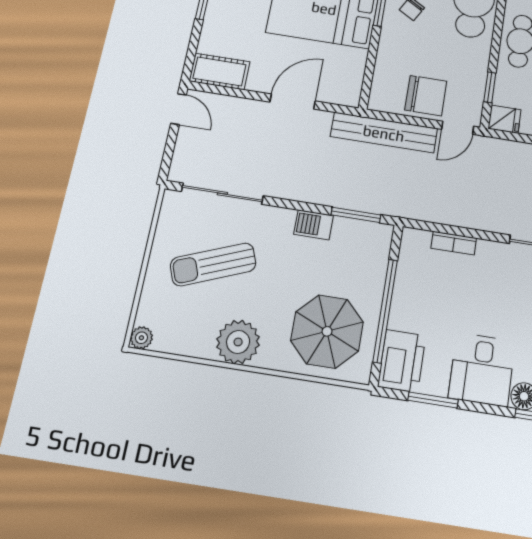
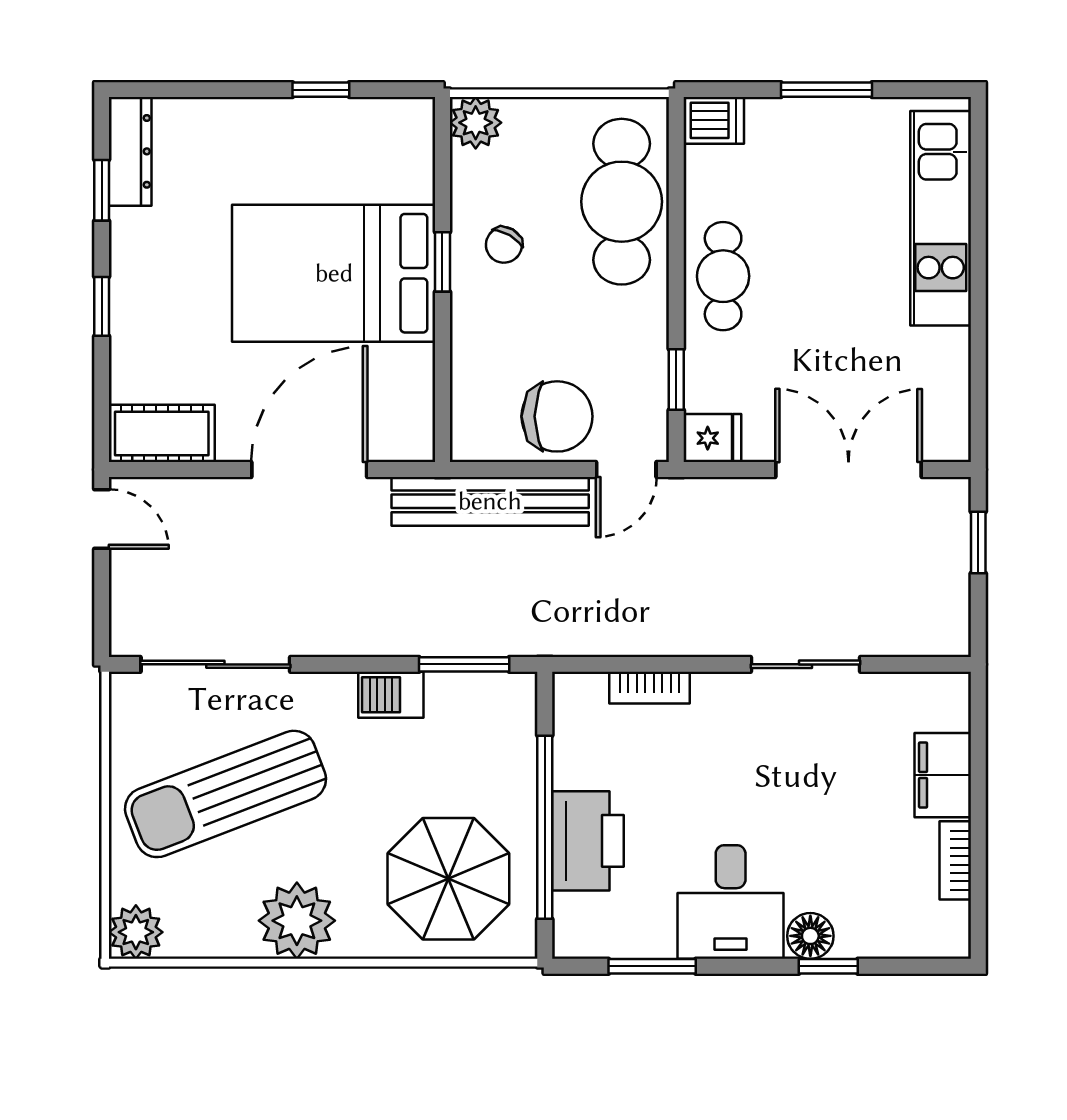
door: (292, 102) -> (309, 470), width x1.36
sun lounger: (213, 264) -> (226, 794), width x1.36, depth x1.34
plant: (141, 338) -> (136, 932), width x1.38, depth x1.38
printer: (402, 361) -> (588, 841), moved

